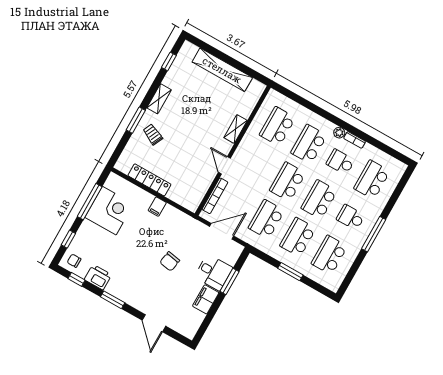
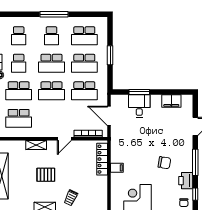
pallet: (195, 121) -> (46, 175), added
locker: (149, 180) -> (102, 159), moved
school desk: (372, 180) -> (19, 36), width x0.54
chair: (170, 261) -> (164, 163), moved
filing cabinet: (206, 299) -> (171, 101), moved
window: (113, 300) -> (195, 162), width x1.44

